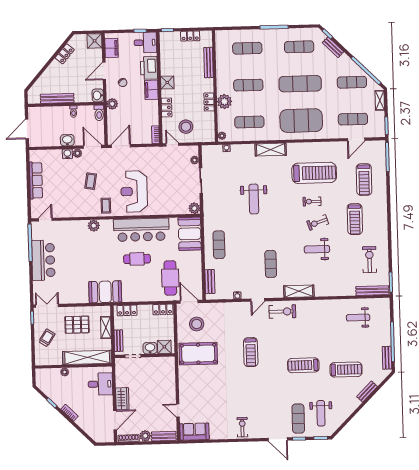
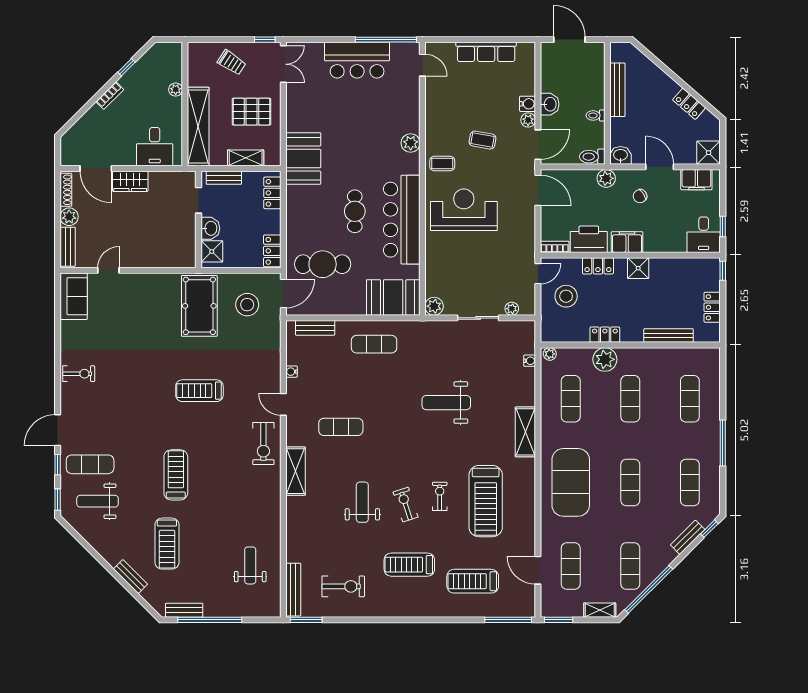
printer: (149, 68) -> (589, 239), moved
exercise mat: (300, 84) -> (630, 482), width x0.73, depth x0.69
pallet: (77, 325) -> (251, 112), turned 90

